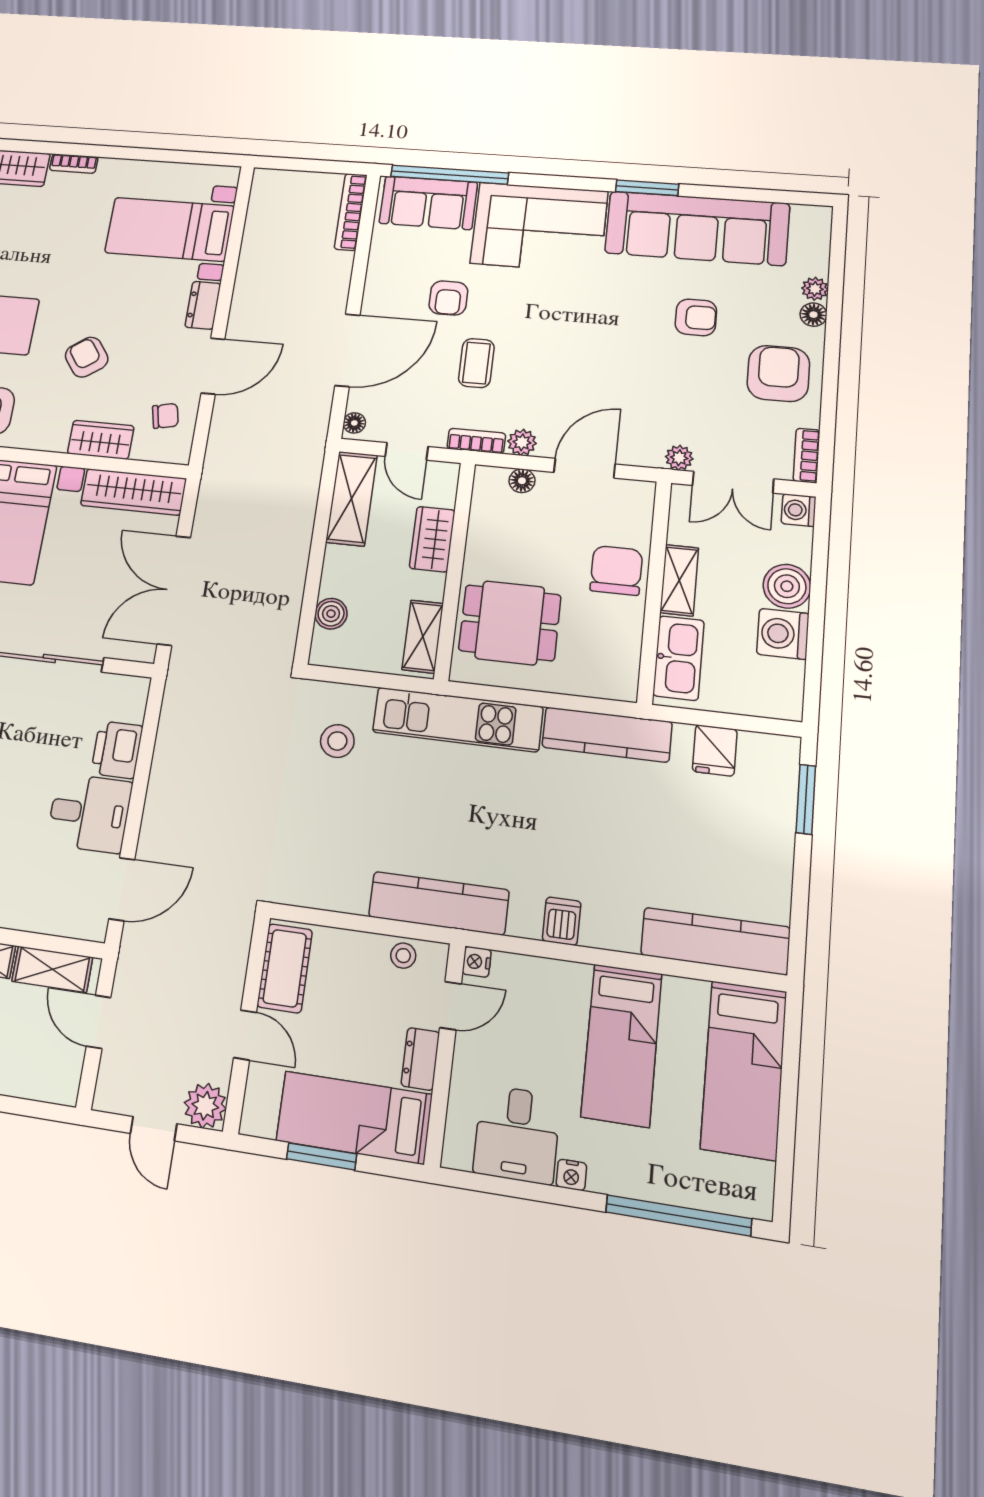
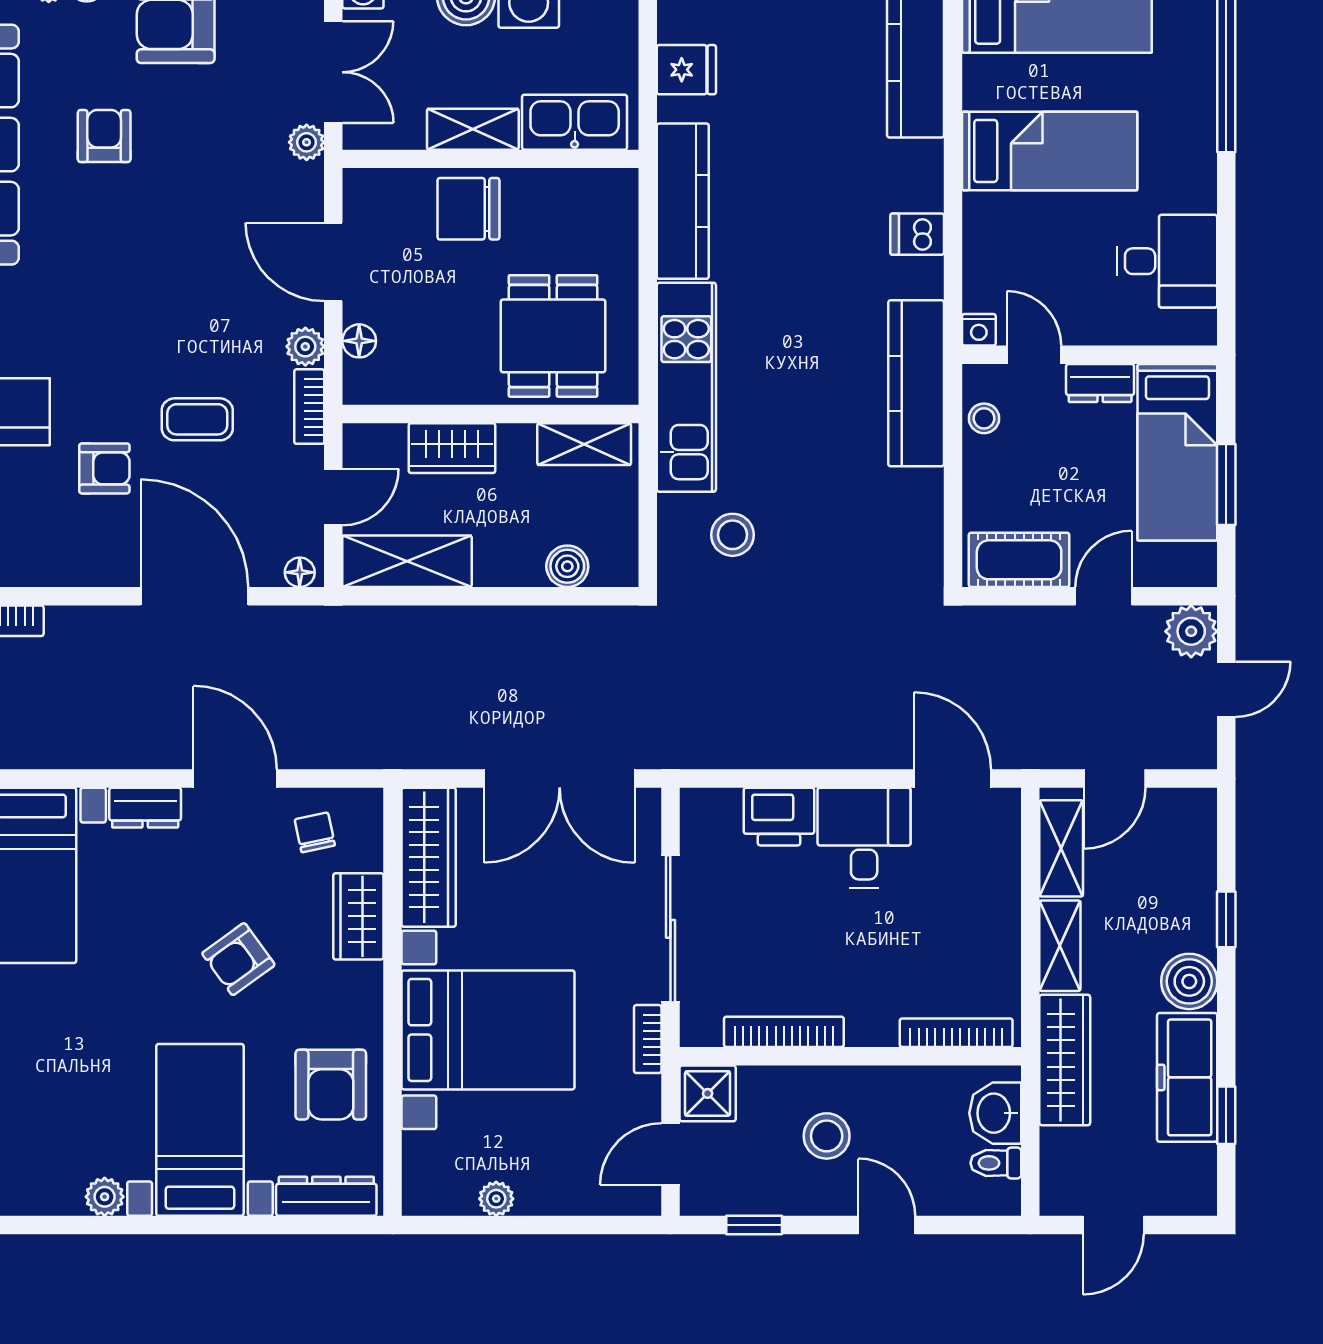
nightstand: (571, 1175) -> (1202, 195), removed

